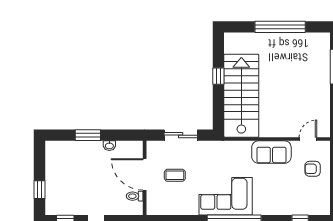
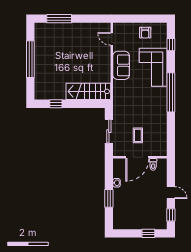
window: (218, 76) -> (56, 104), moved
stairs: (241, 96) -> (88, 91), width x0.73, depth x0.66
armchair: (313, 169) -> (145, 33), moved
corner sofa: (226, 196) -> (153, 67), moved

